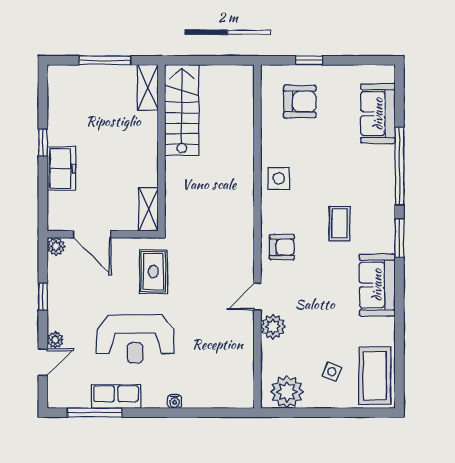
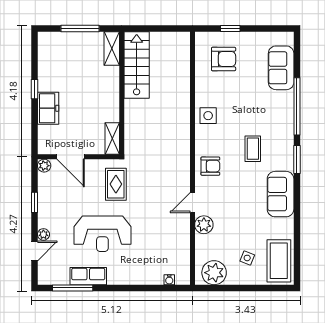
water cooler: (175, 401) -> (169, 280), moved

